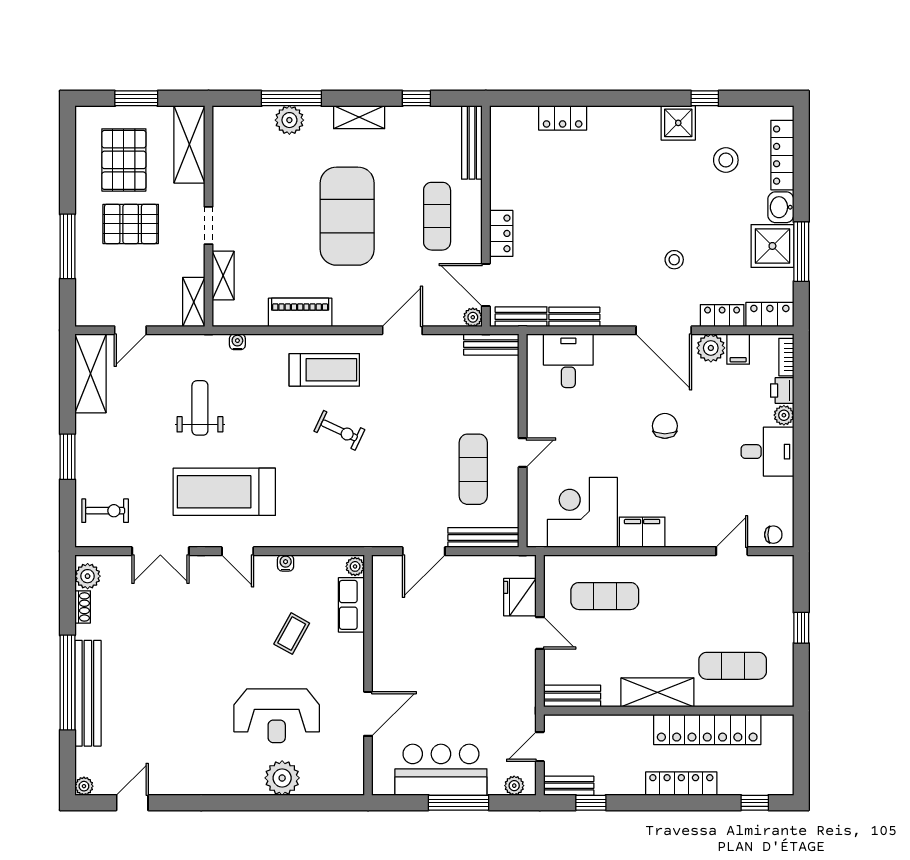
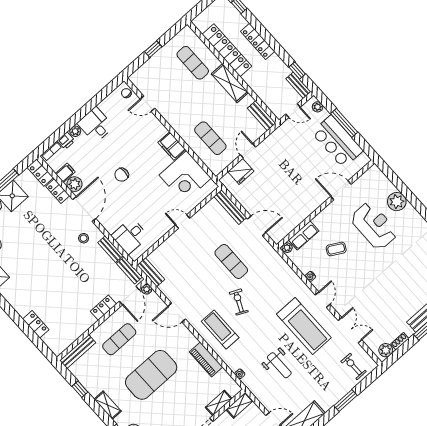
stool: (674, 260) -> (84, 238), moved
weight bench: (200, 408) -> (279, 365), turned -90
exercise mat: (473, 469) -> (231, 261), moved, turned 90

